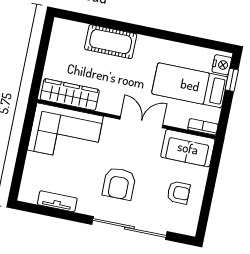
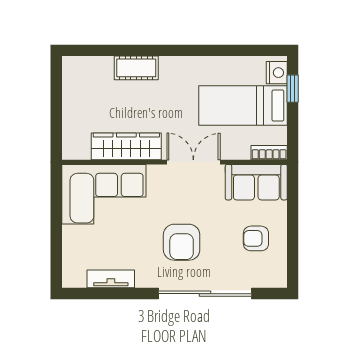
cot: (111, 42) -> (136, 68), width x0.73, depth x0.75
wardrobe: (70, 95) -> (126, 146), moved
armchair: (179, 193) -> (256, 238), turned 180

